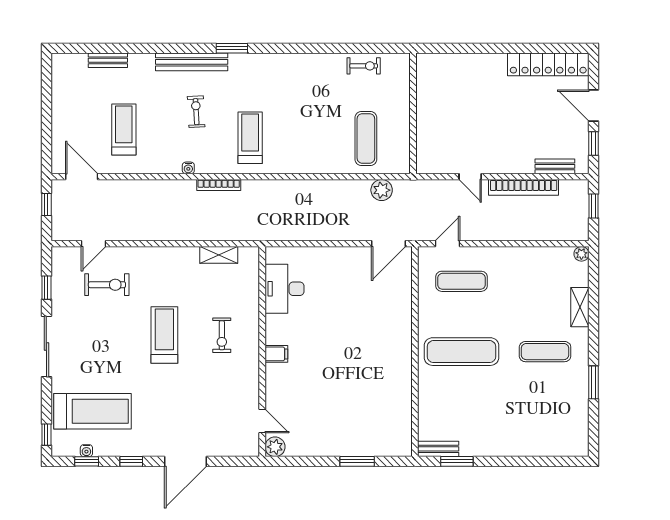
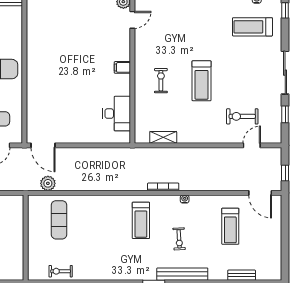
door: (388, 244) -> (43, 145), swing flipped
treadmill: (93, 411) -> (252, 27), width x0.73, depth x0.73
door: (262, 421) -> (132, 20), swing flipped

